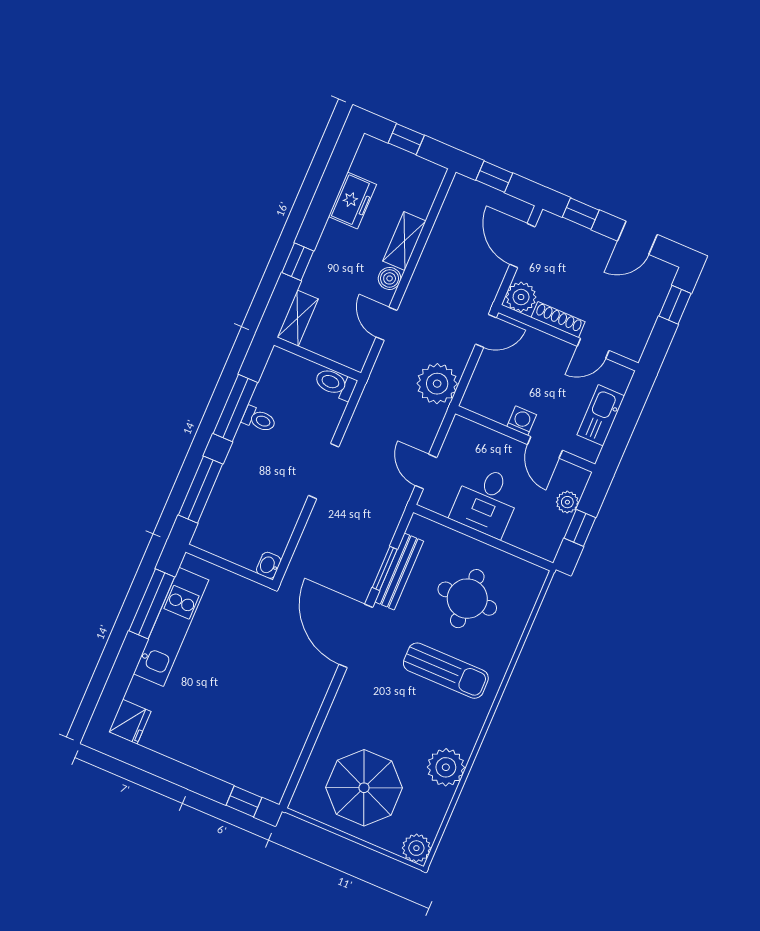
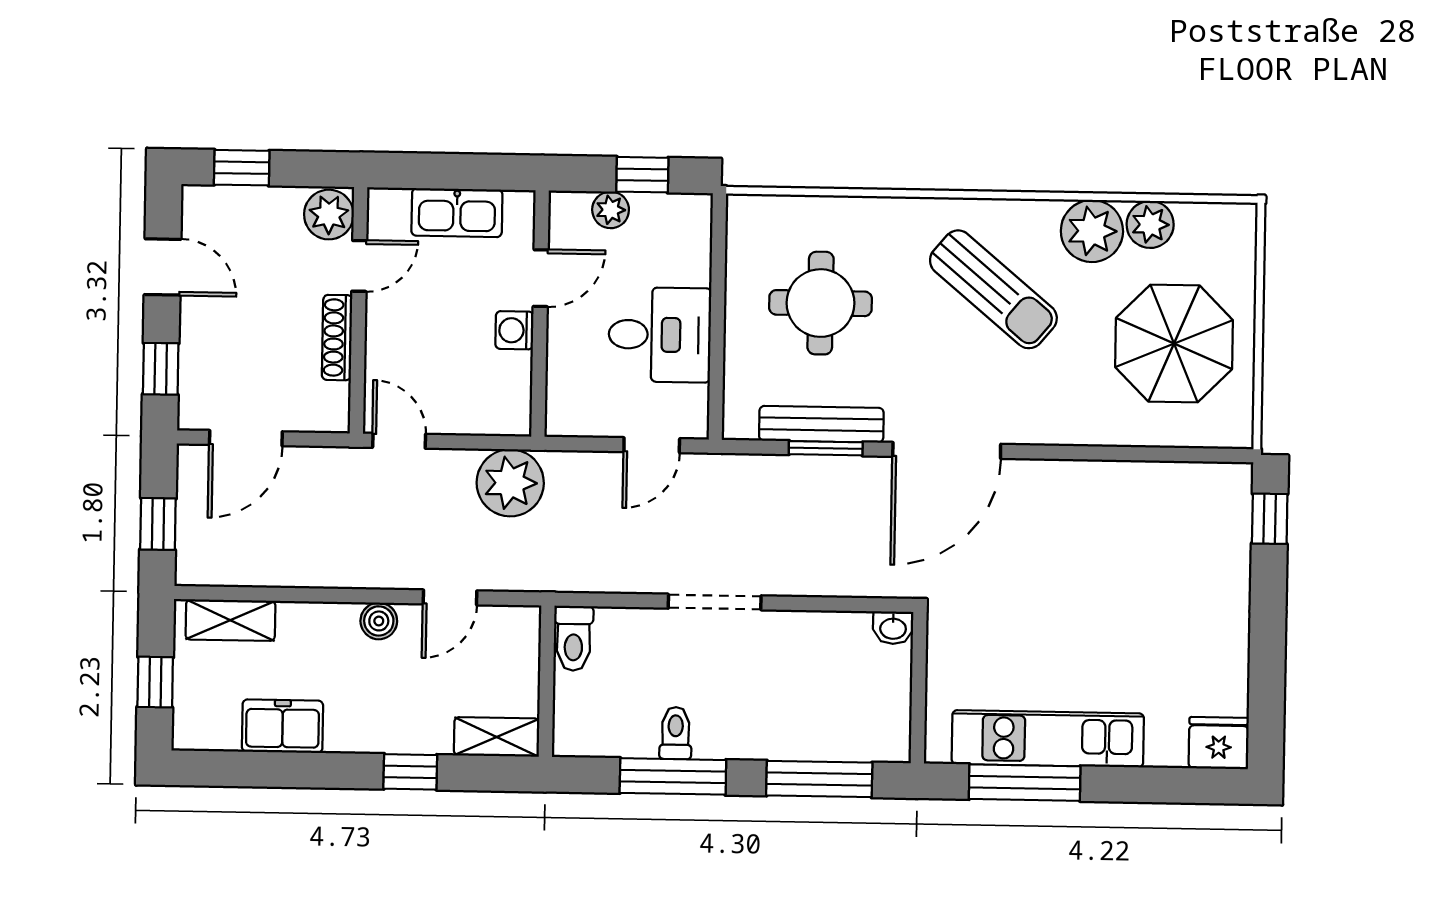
shelving: (404, 241) -> (230, 620), moved
plant: (521, 297) -> (329, 215), moved
door: (593, 348) -> (359, 266), hinge flipped
sun lounger: (446, 671) -> (993, 289), moved, turned 130
plant: (416, 848) -> (1150, 224), moved

